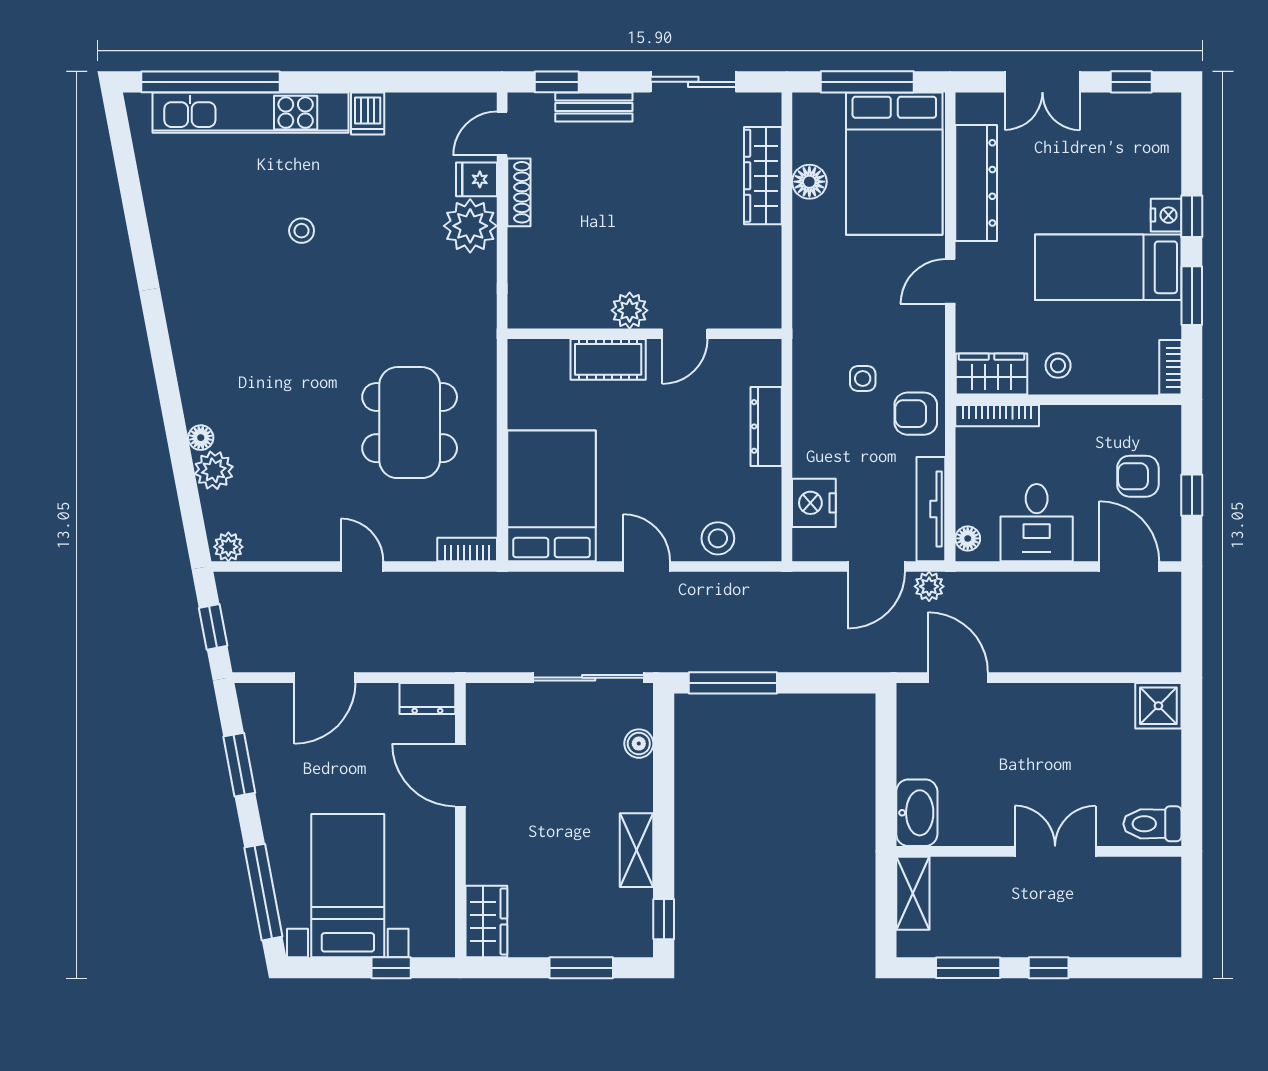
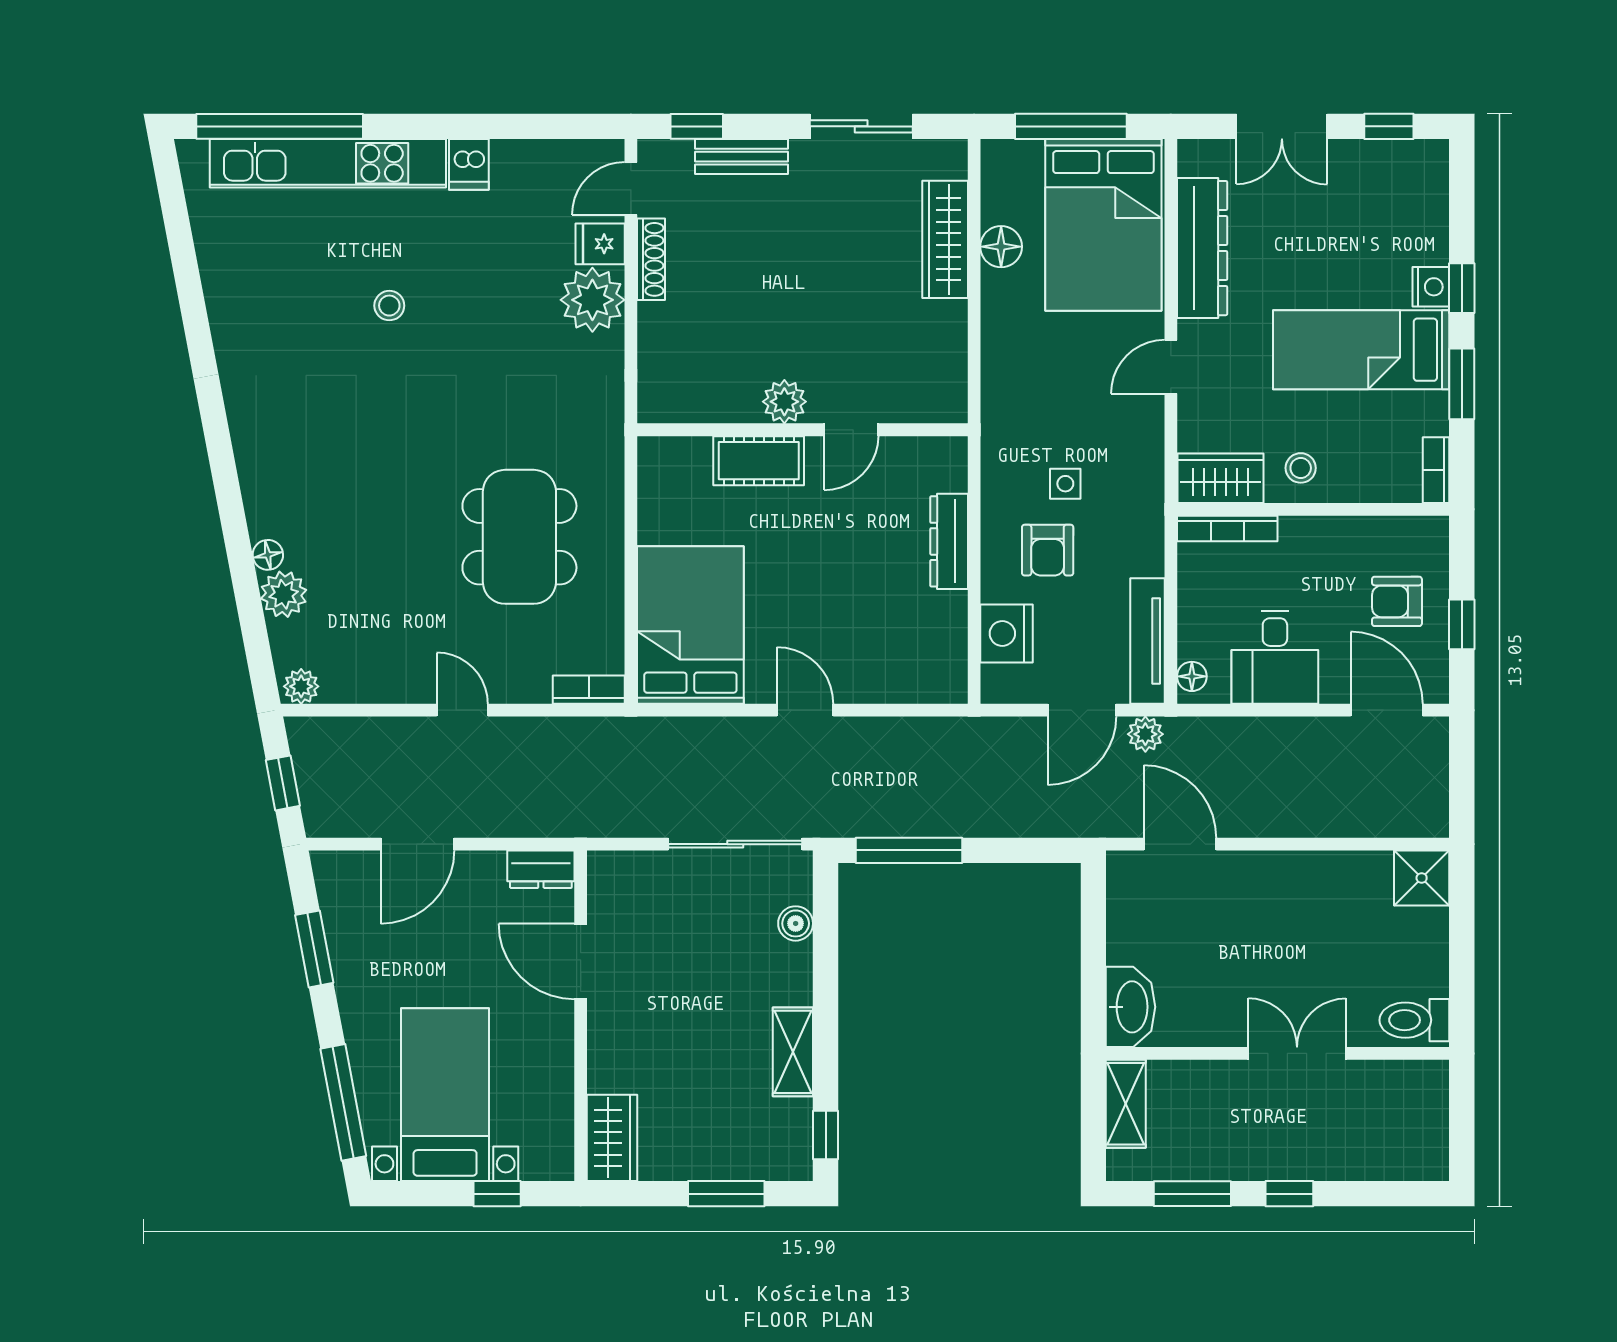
armchair: (916, 414) -> (1048, 550), moved, turned -90
stool: (718, 538) -> (891, 676), removed

